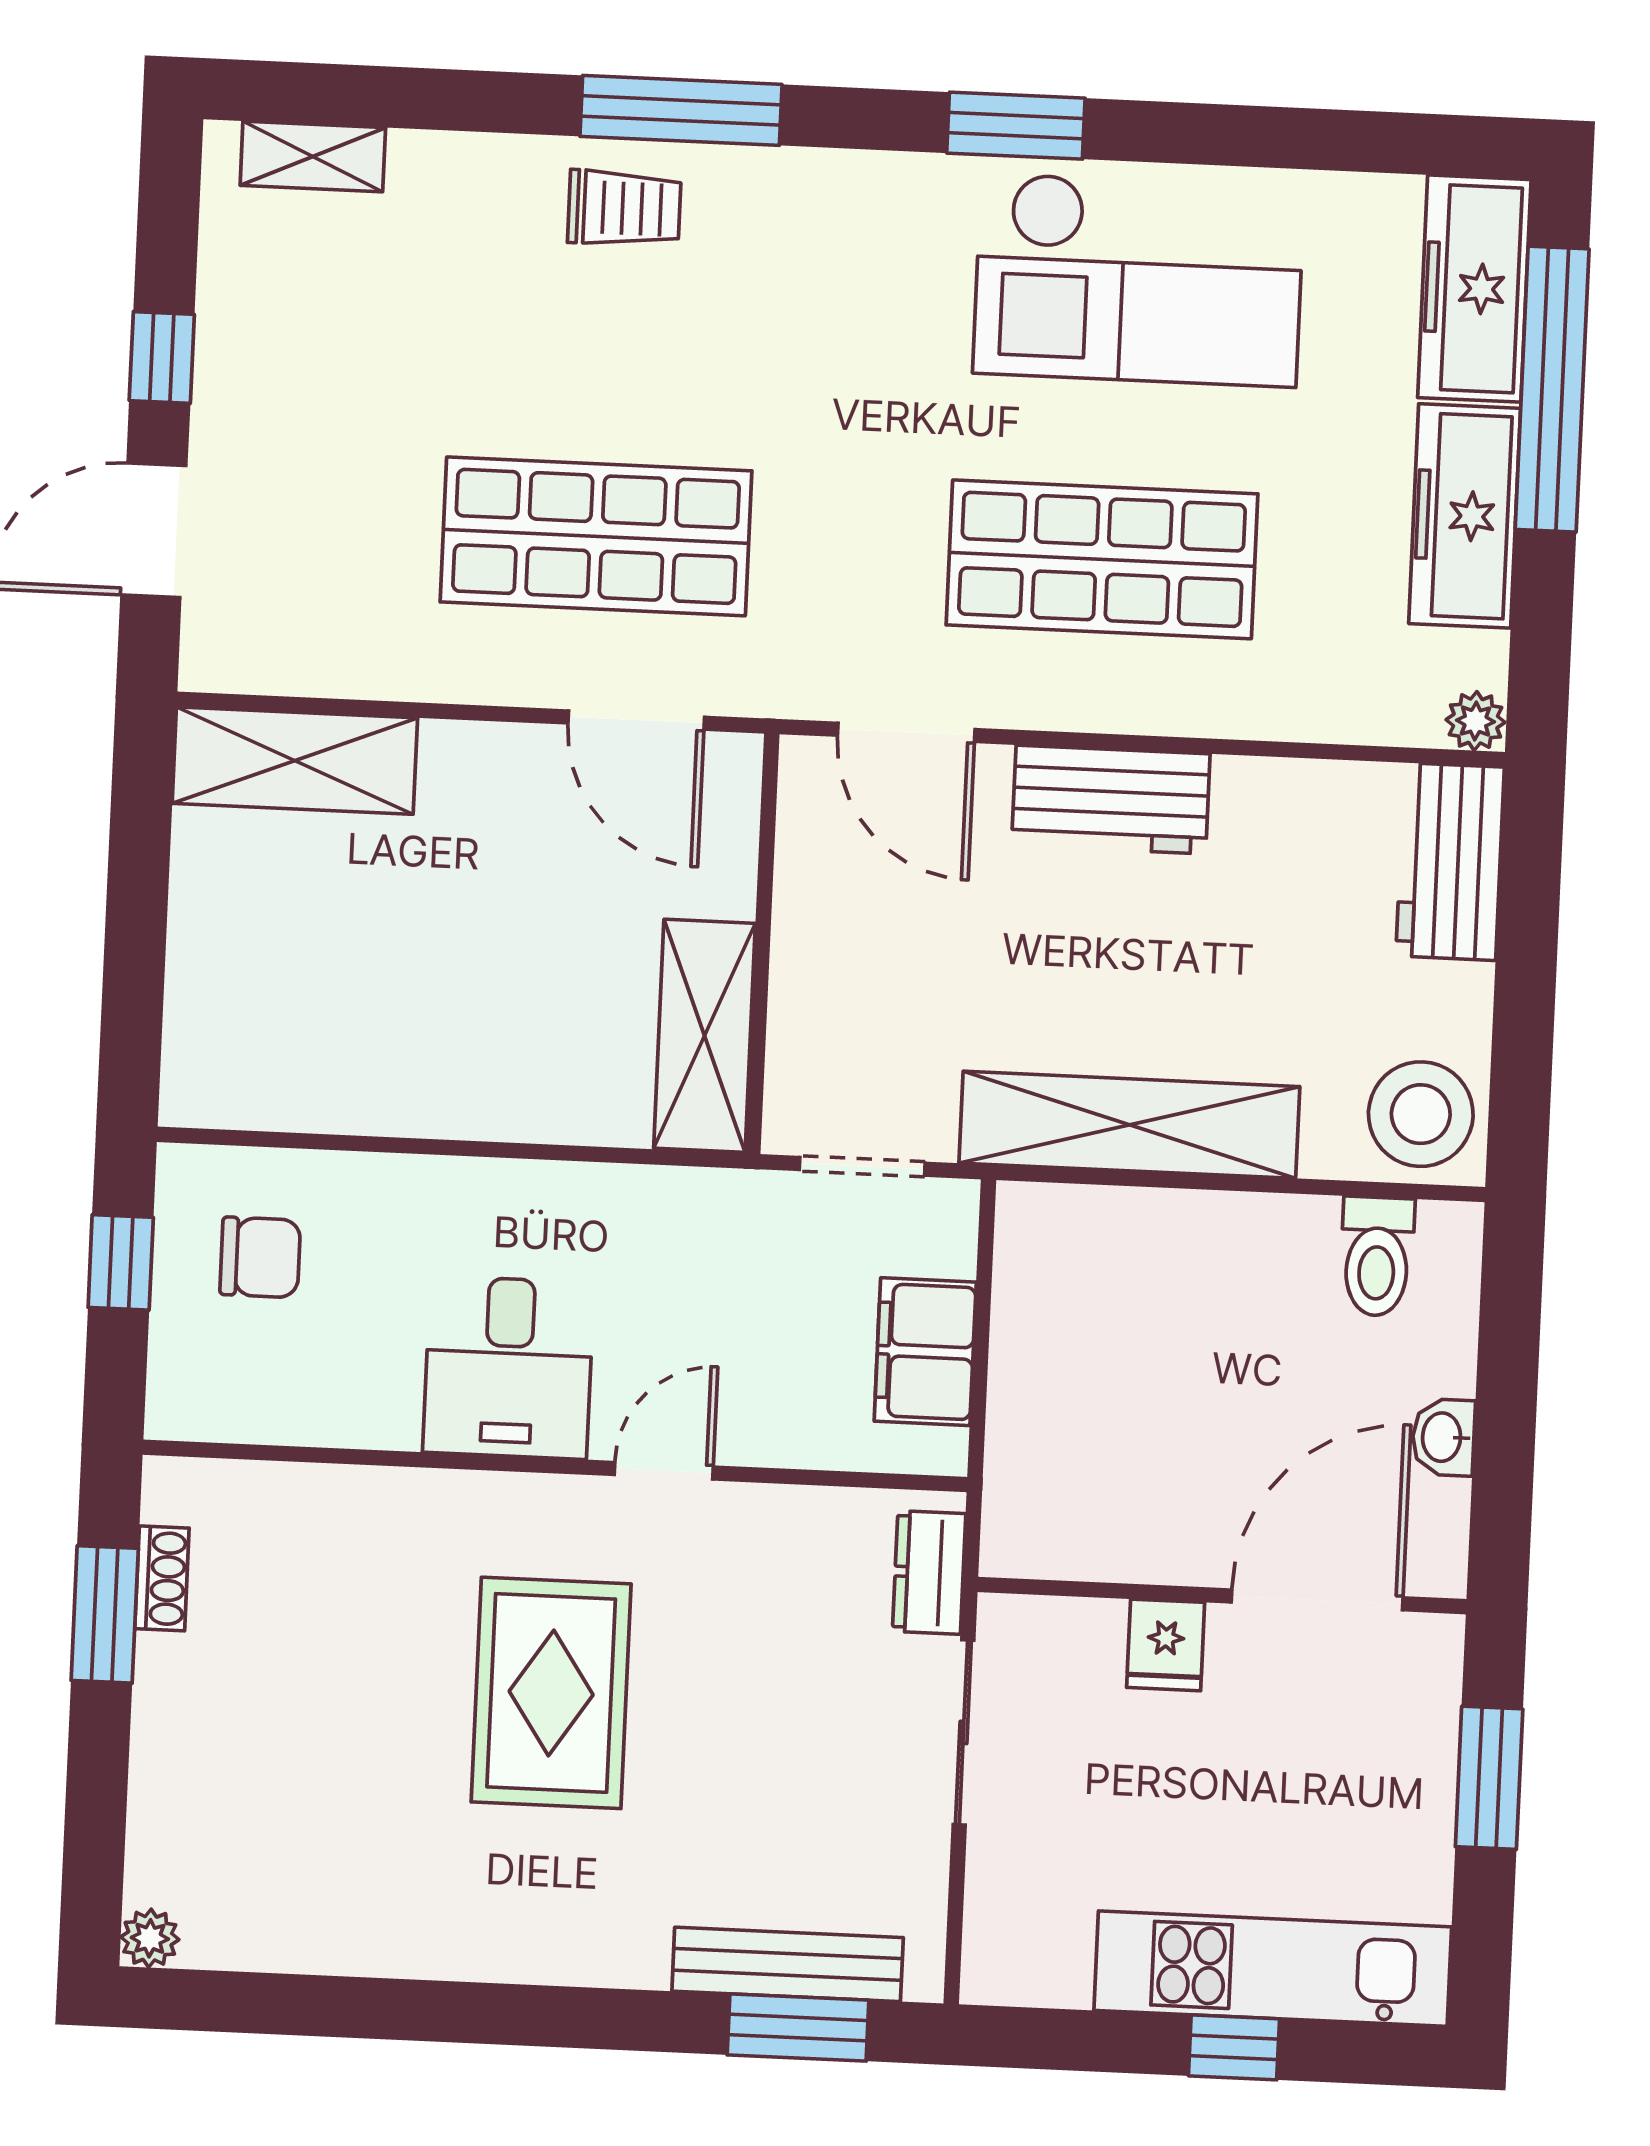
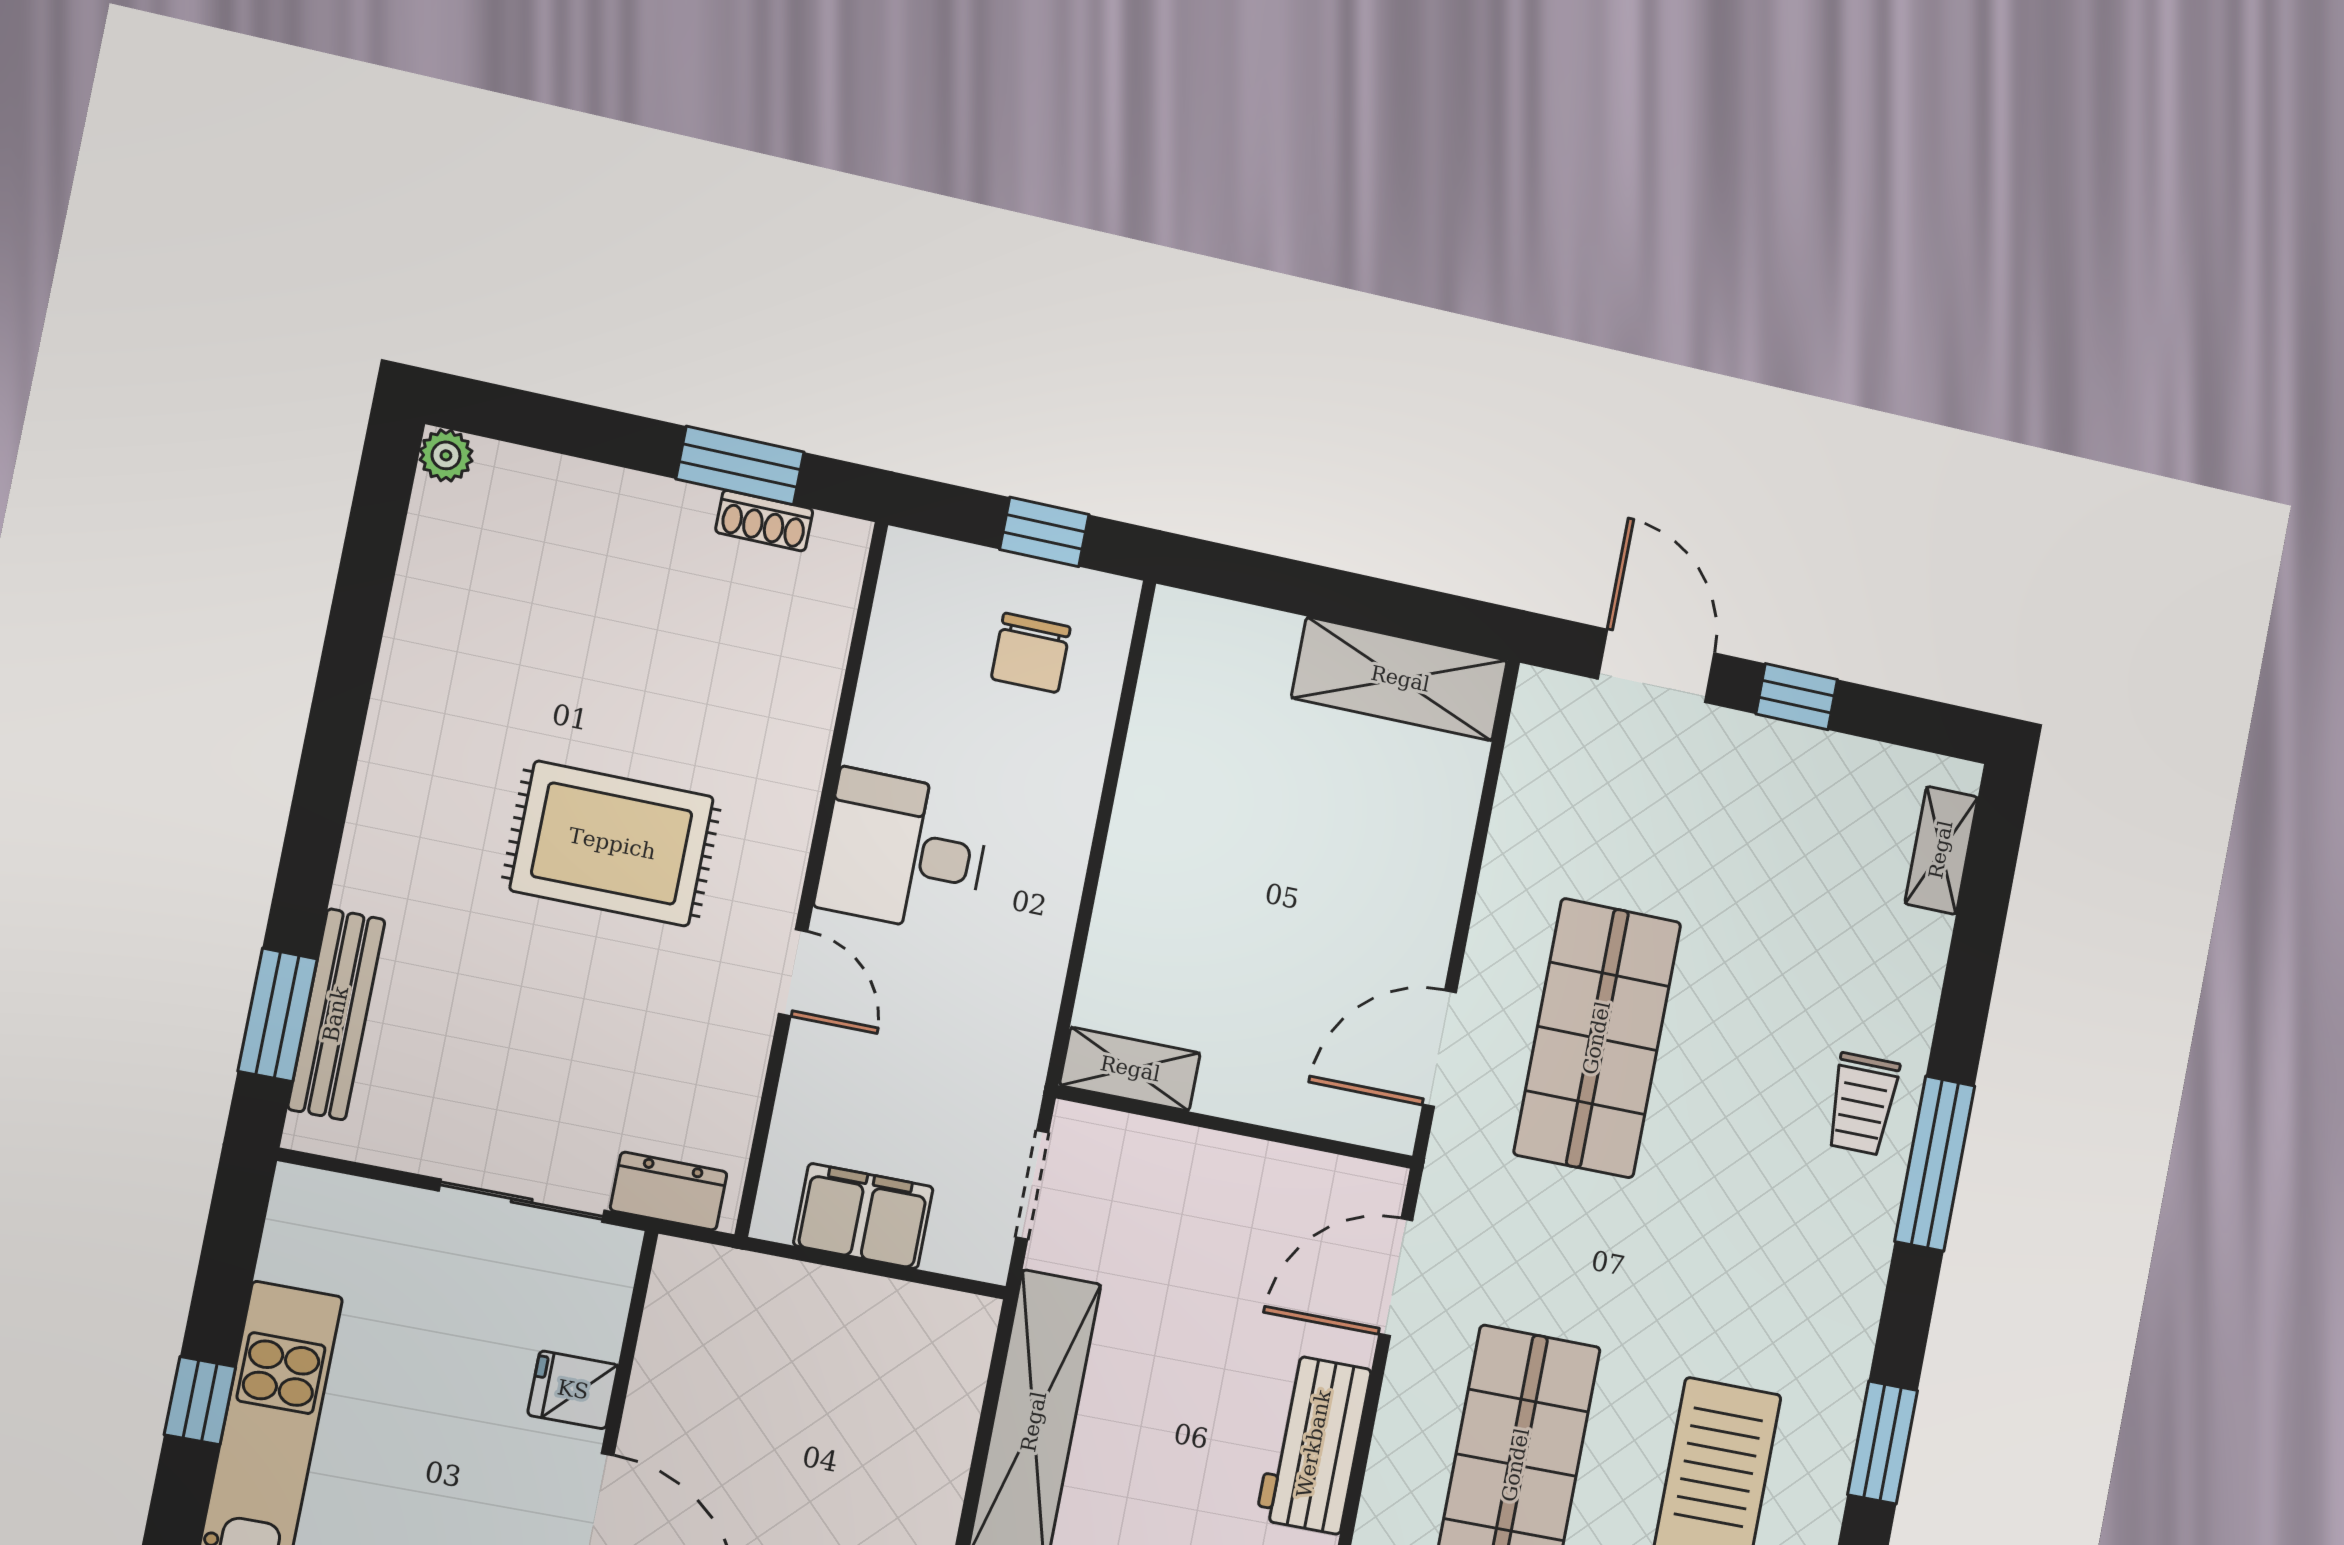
shelving: (295, 761) -> (1400, 679), moved, turned 90
shelving: (705, 1036) -> (1130, 1069), width x0.67, depth x0.75

